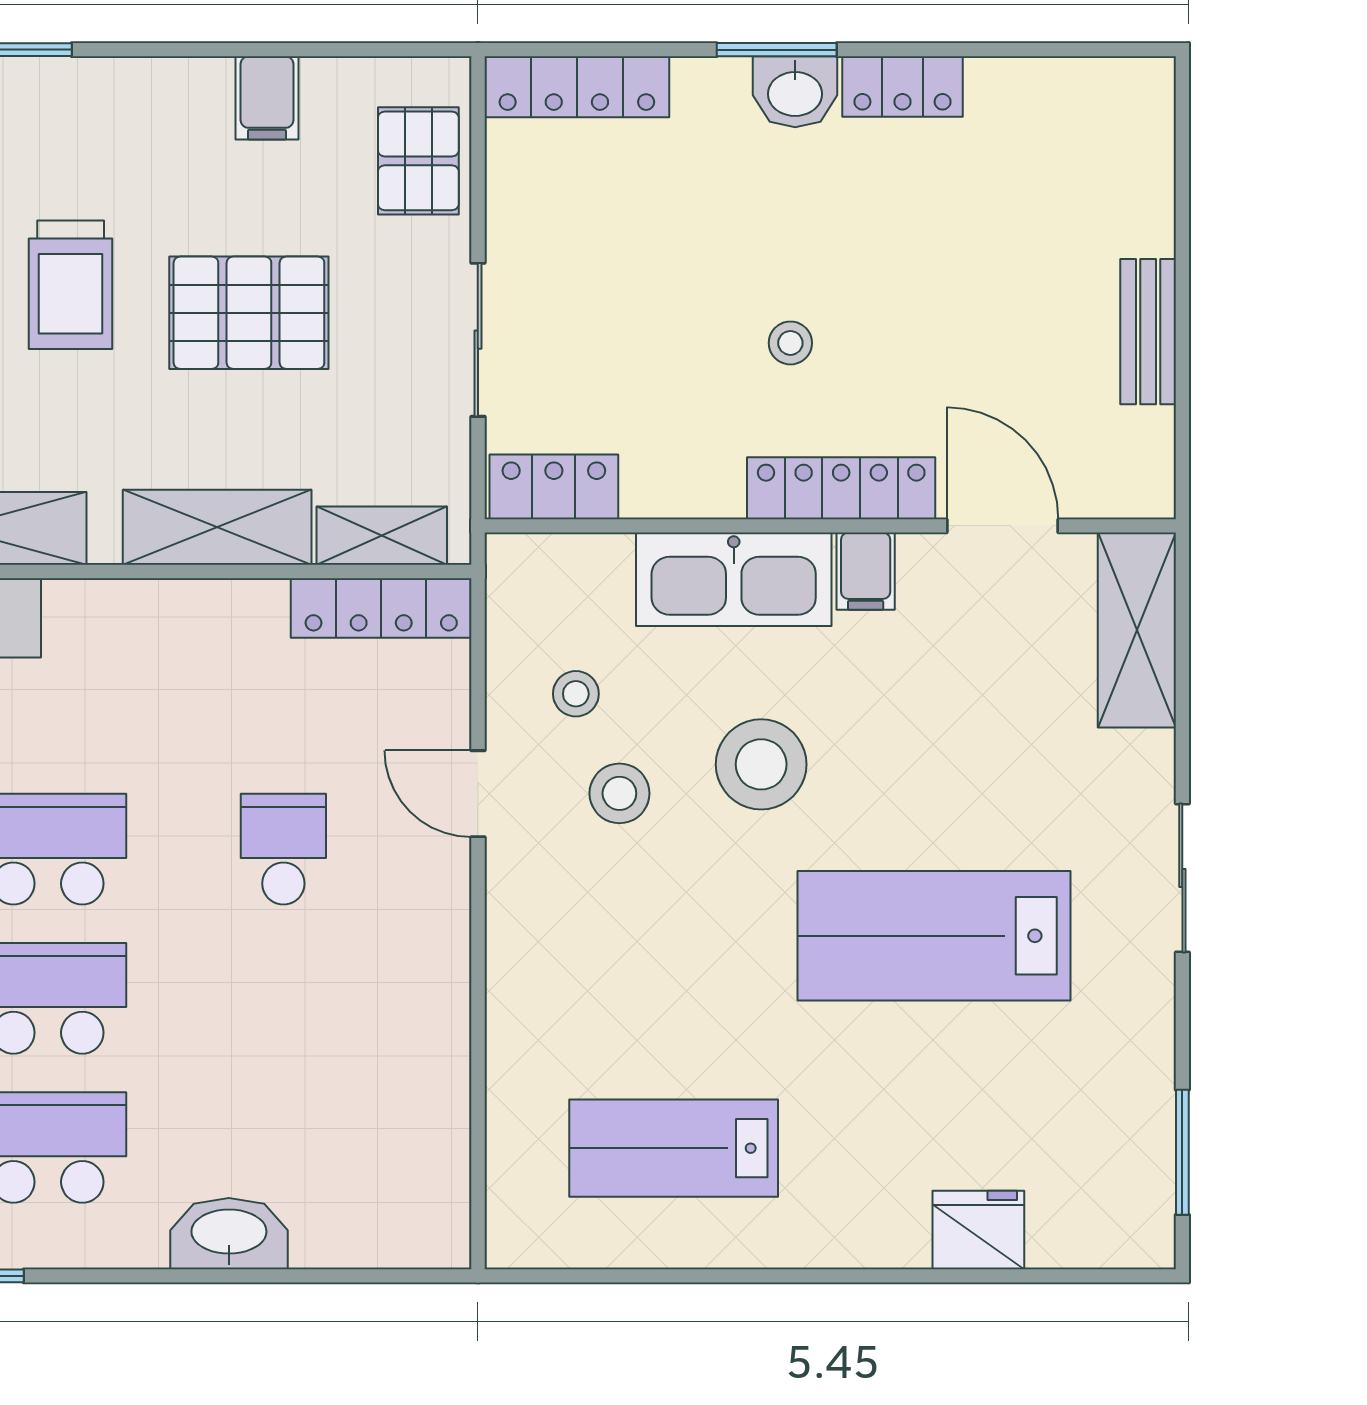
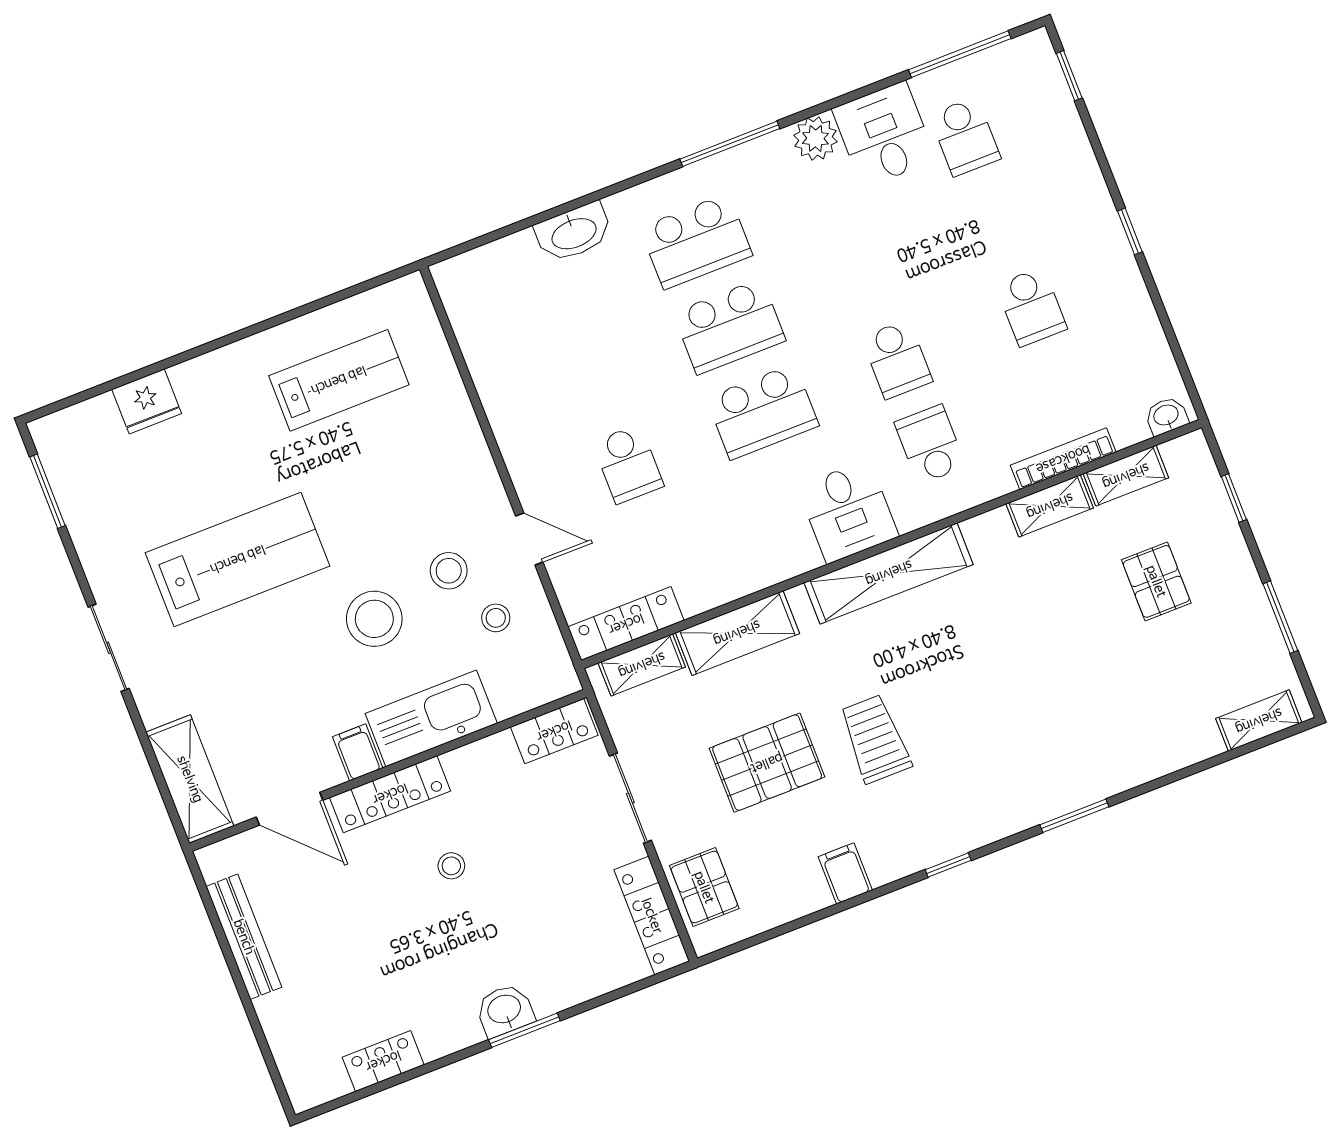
locker: (577, 87) -> (652, 916), moved, turned -90
locker: (903, 87) -> (383, 1061), moved
filing cabinet: (267, 98) -> (845, 873), moved
bench: (1148, 332) -> (244, 937), width x1.36

